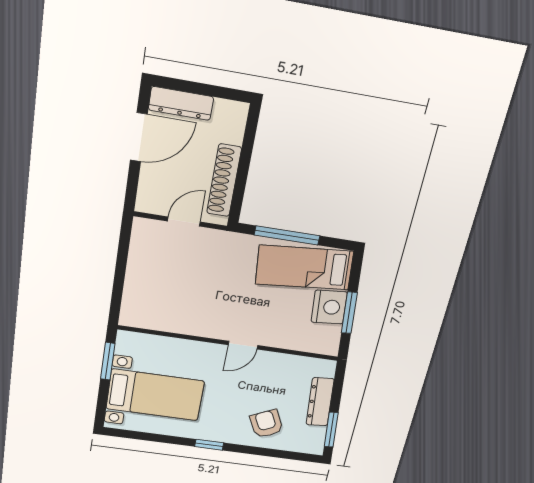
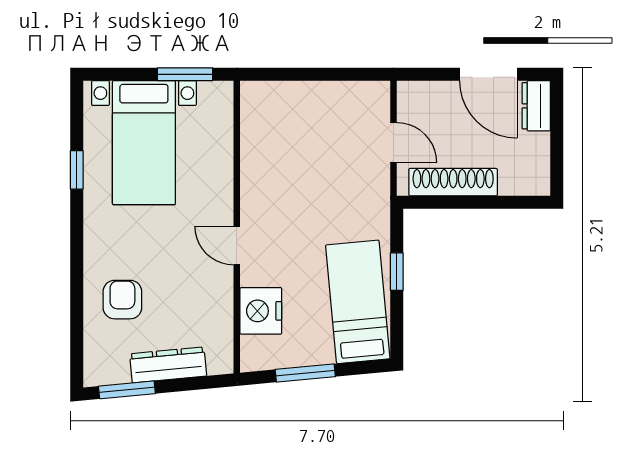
dresser: (181, 103) -> (536, 106), width x0.70
window: (287, 235) -> (397, 272), width x0.46
nightstand: (329, 307) -> (261, 311), moved, turned 95
armchair: (266, 424) -> (122, 300), turned -64
window: (209, 445) -> (77, 170), moved

